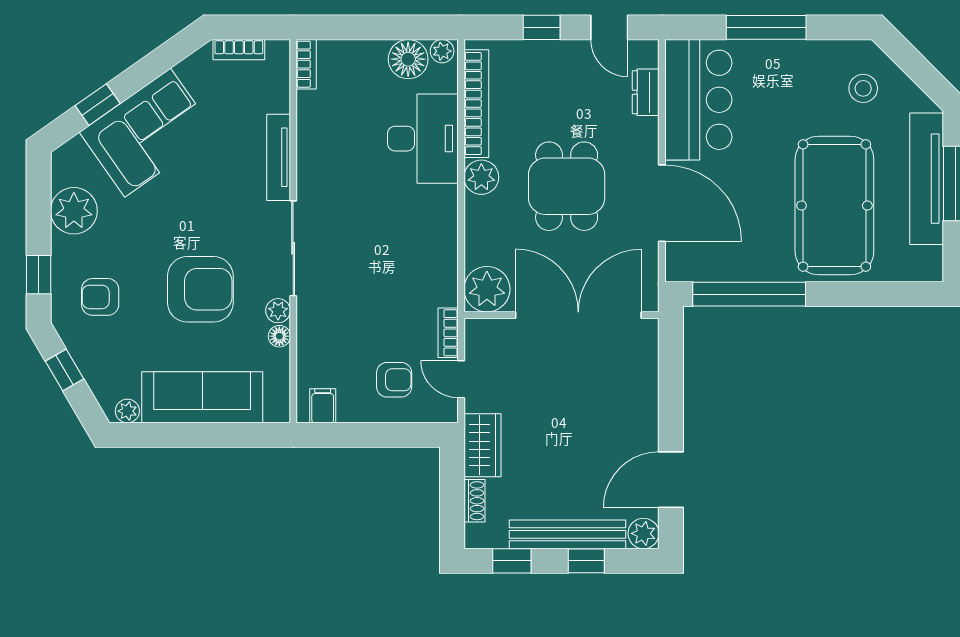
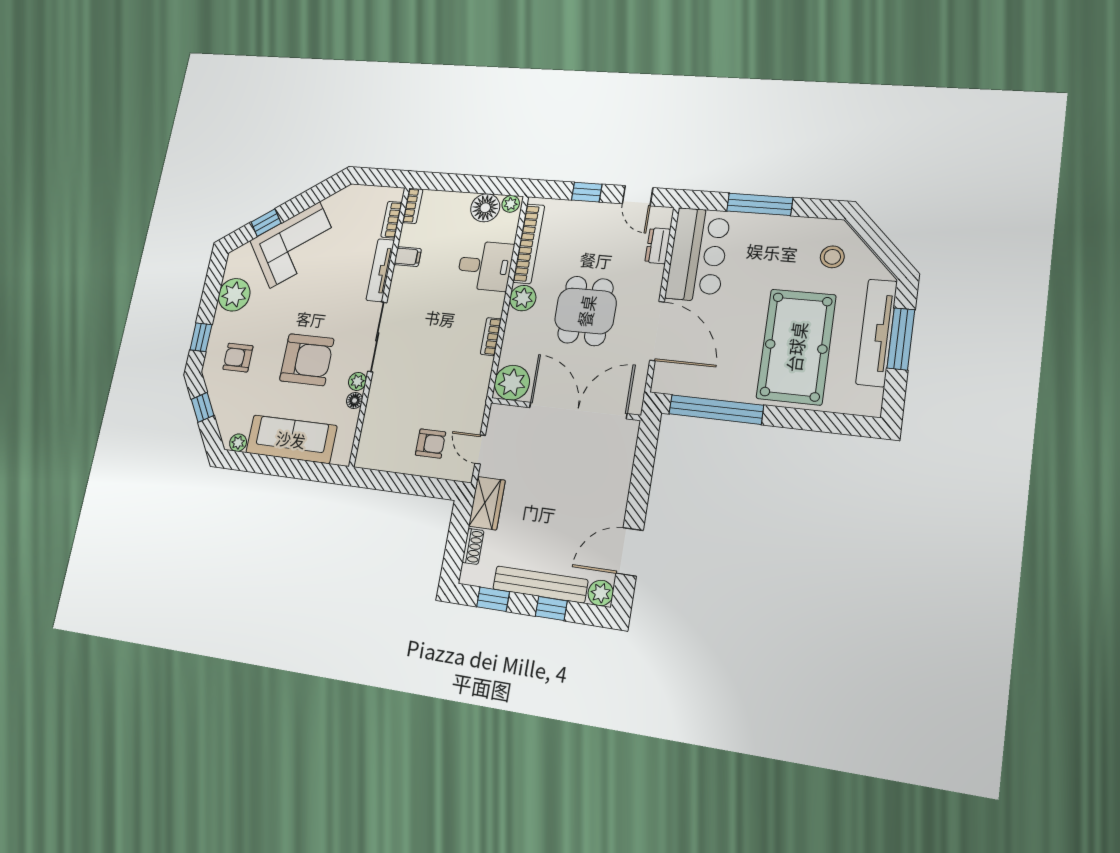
bookcase: (239, 50) -> (391, 220), moved, turned 90
desk: (423, 139) -> (485, 266), width x0.73
bookcase: (448, 333) -> (491, 337), moved
filing cabinet: (323, 406) -> (408, 257), moved, turned 90

